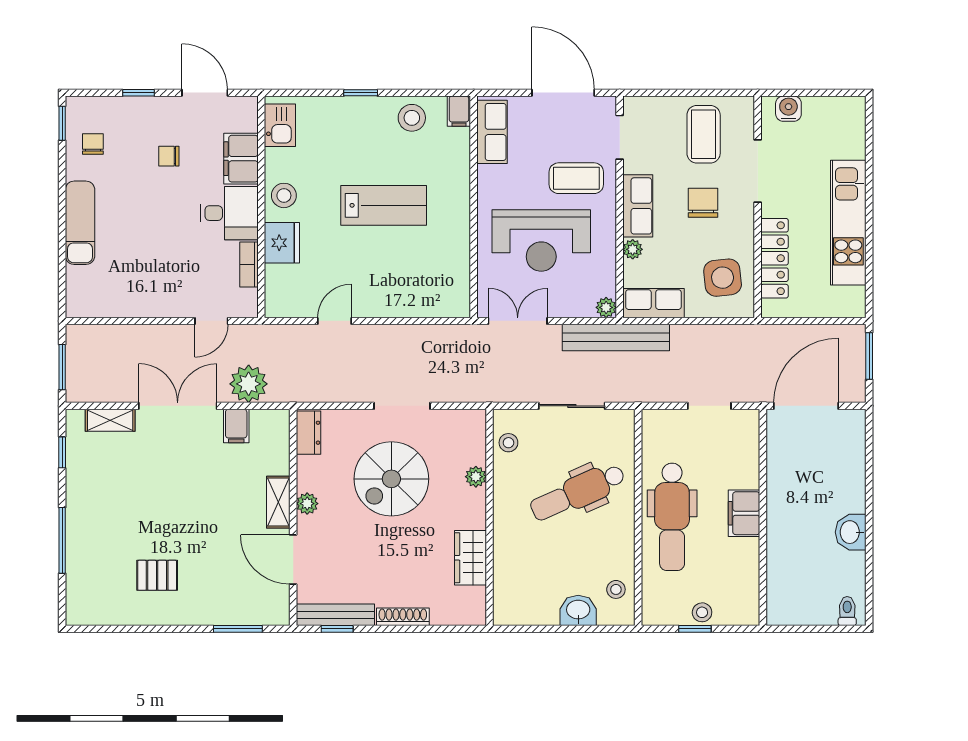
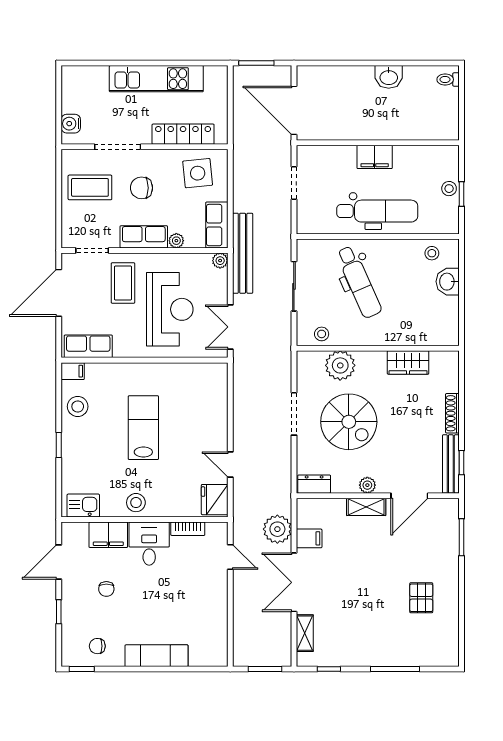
fridge: (282, 243) -> (215, 500), moved, turned -90
plant: (476, 477) -> (340, 365), width x1.88, depth x1.88

